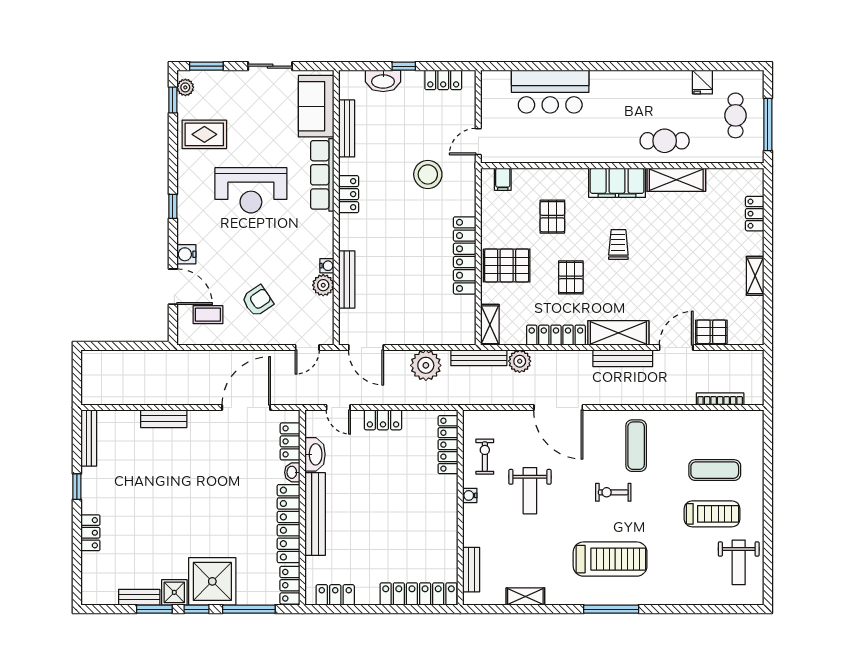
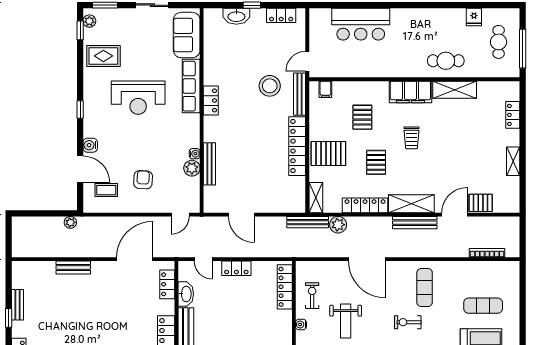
bench: (347, 128) -> (300, 94), moved
trolley: (618, 245) -> (411, 138), turned 180
armchair: (257, 301) -> (143, 180), turned -53
door: (366, 348) -> (241, 215), moved
plant: (426, 365) -> (70, 222), moved, width x0.53, depth x0.53
bench: (89, 438) -> (18, 305), moved, width x0.73
washbasin: (292, 472) -> (169, 307), removed

